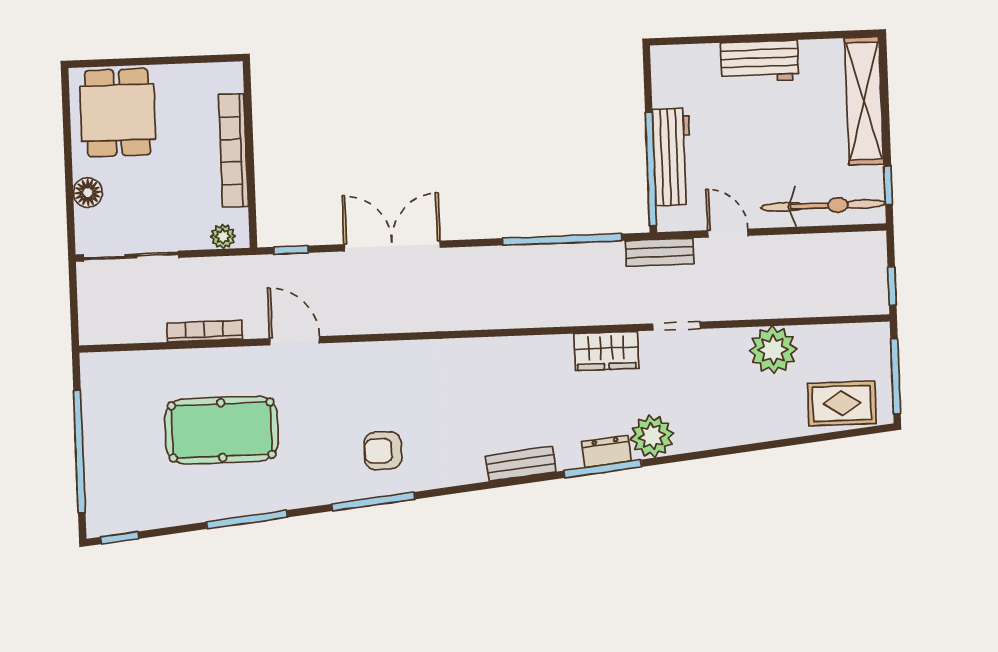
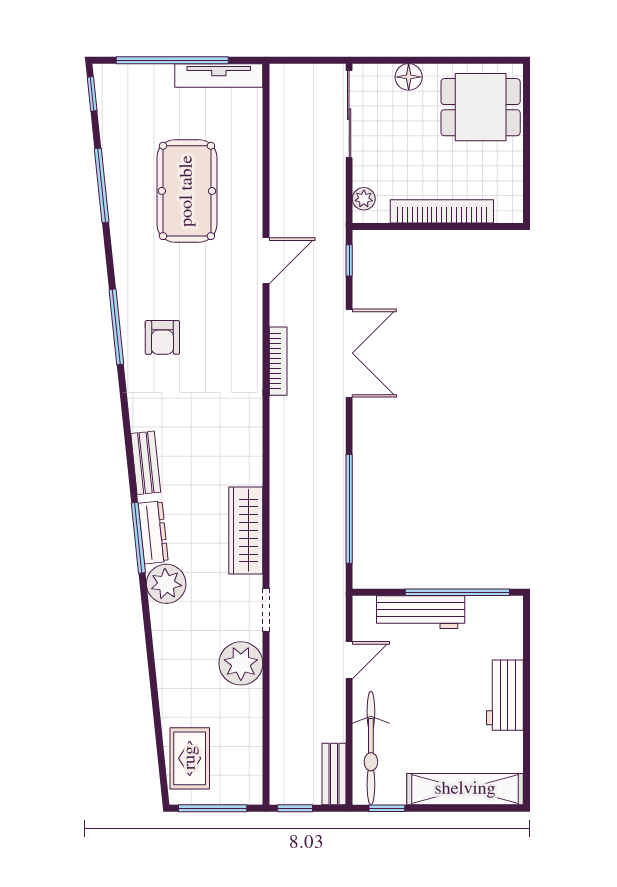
window: (651, 169) -> (457, 592), moved
bench: (660, 252) -> (334, 774), moved
bookcase: (204, 331) -> (278, 361), moved
plant: (773, 350) -> (241, 663), moved
wardrobe: (606, 351) -> (246, 530), width x1.50
tv unit: (94, 400) -> (219, 75), added
armchair: (383, 451) -> (162, 337), turned 180
dresser: (606, 451) -> (153, 532), width x1.44
window: (247, 520) -> (102, 185), moved

